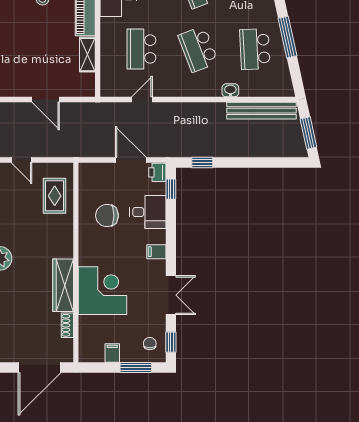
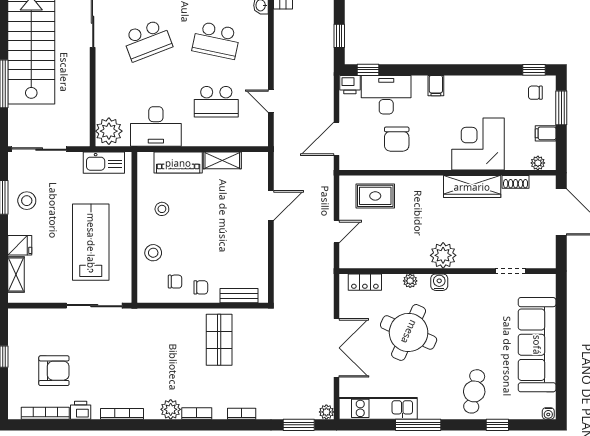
school desk: (198, 49) -> (216, 40), turned 33
door: (131, 160) -> (336, 139), moved
desk: (148, 212) -> (386, 95), width x1.37
double door: (171, 295) -> (483, 70), removed
plant: (85, 346) -> (538, 163), added

